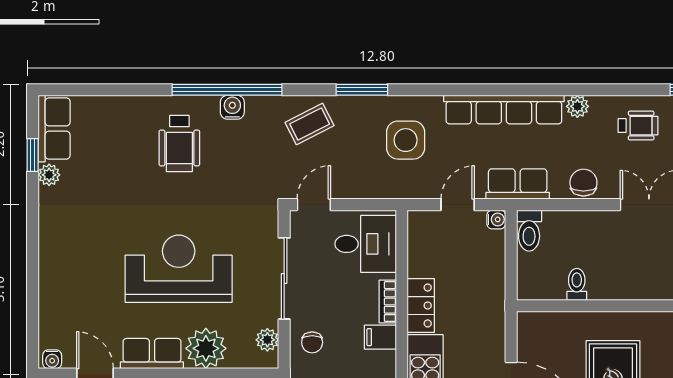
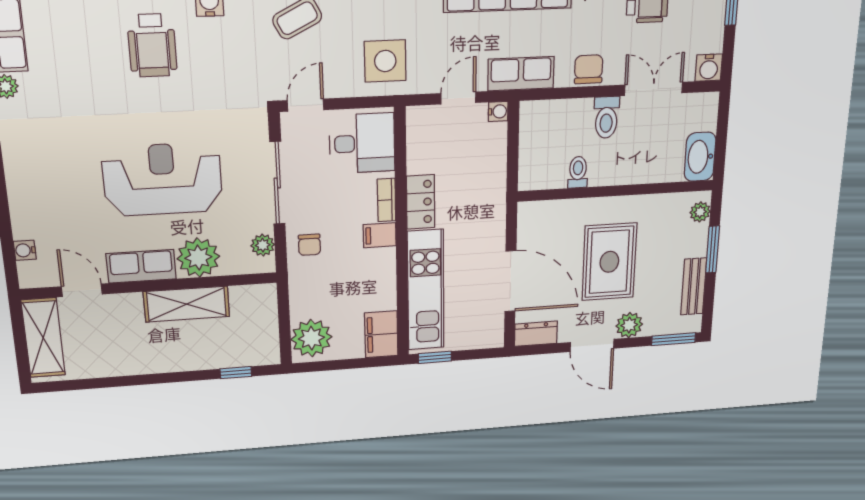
side table: (406, 140) -> (385, 61), moved
toilet: (529, 231) -> (606, 117), moved
water cooler: (52, 359) -> (25, 250), moved, turned 90

